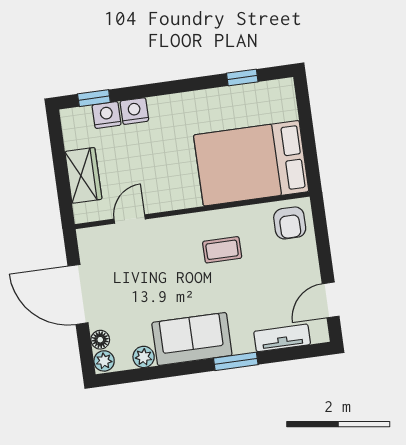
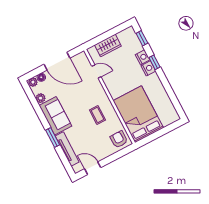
window: (242, 78) -> (155, 62), moved
nightstand: (107, 115) -> (148, 68), moved
armchair: (290, 223) -> (119, 139), turned 90
door: (78, 294) -> (57, 61), swing flipped
tv unit: (282, 338) -> (67, 149), width x1.41

